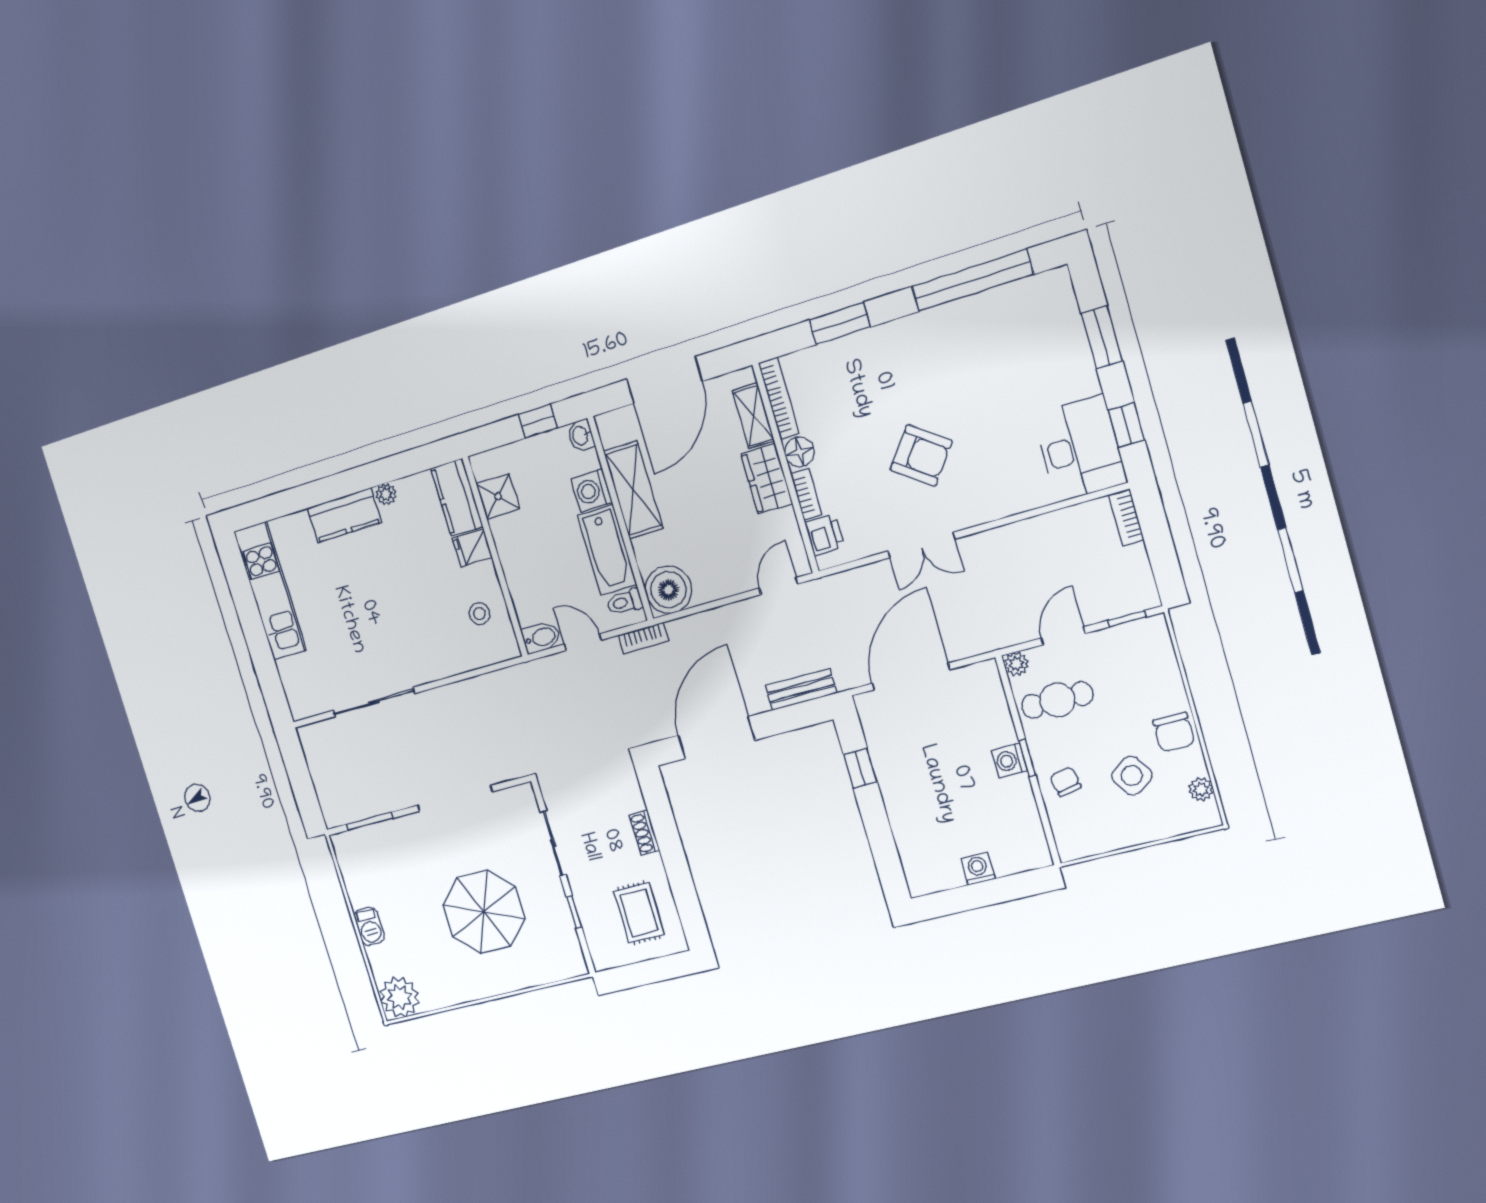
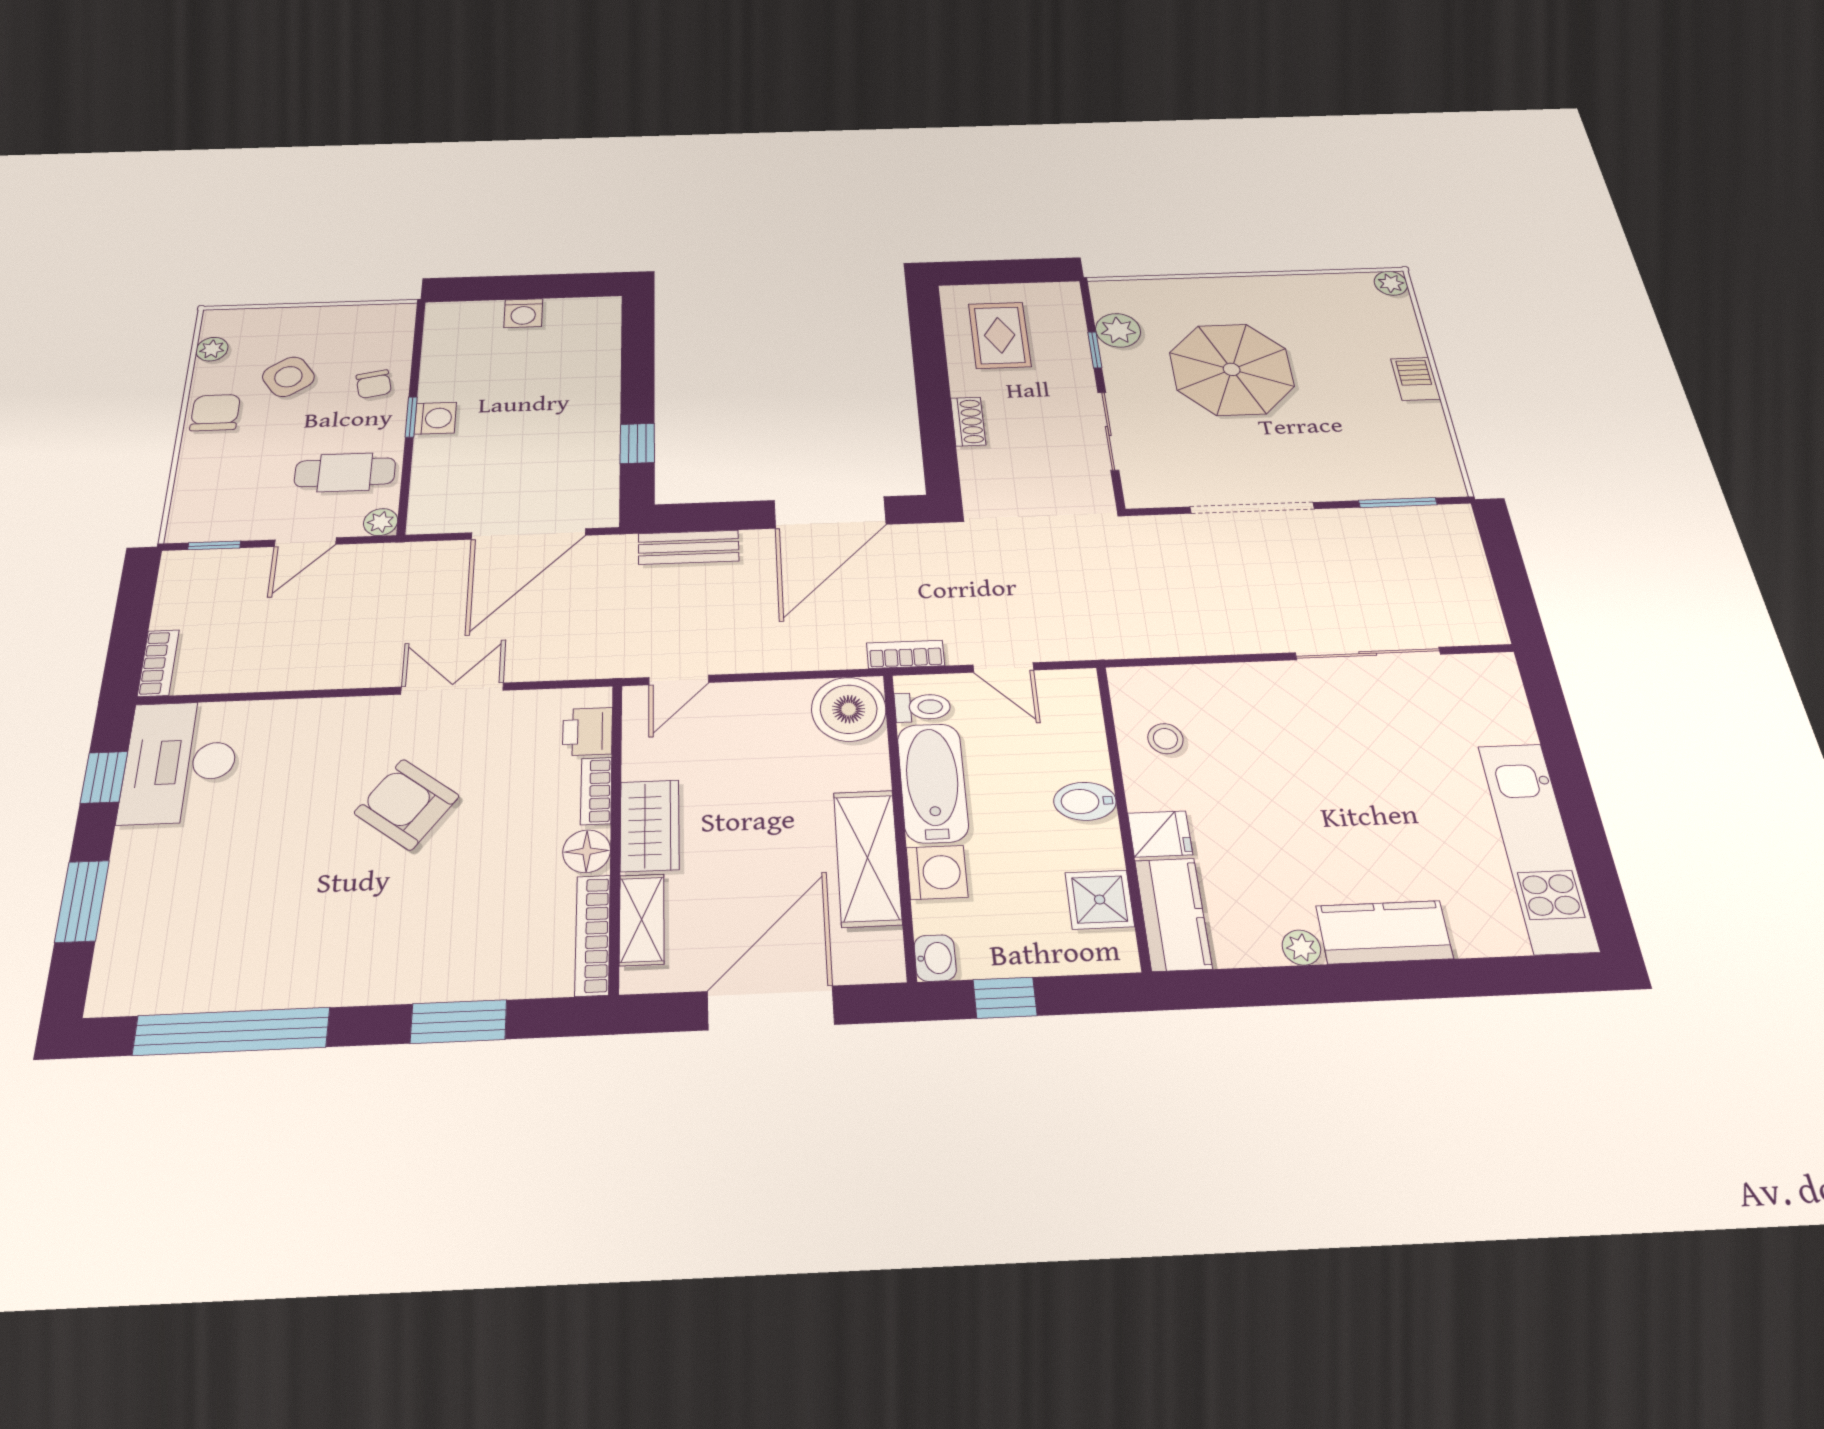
bidet: (541, 637) -> (1085, 801), moved
plant: (562, 932) -> (1118, 330), added
plant: (399, 997) -> (1391, 283), width x0.53, depth x0.53

